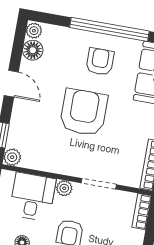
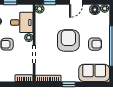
armchair: (84, 112) -> (68, 41), turned -90

